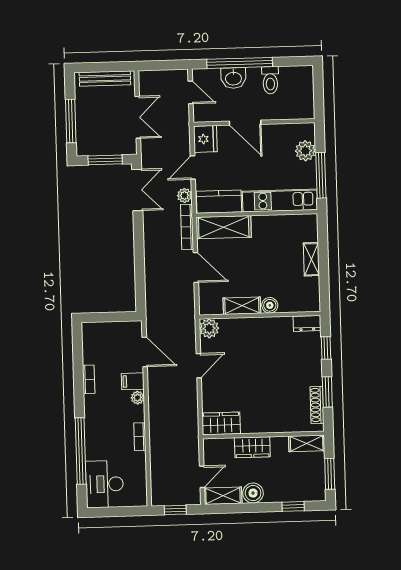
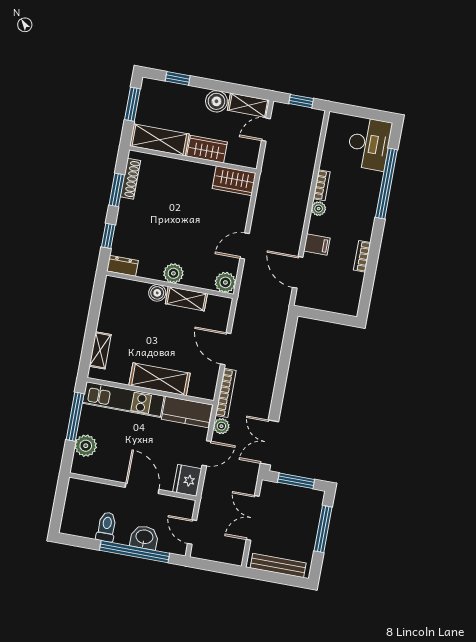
shelving: (224, 227) -> (160, 379), moved
shelving: (311, 259) -> (100, 350), moved
plant: (259, 326) -> (173, 273), added
plant: (138, 398) -> (319, 209), moved
shelving: (307, 443) -> (159, 140), width x1.50, depth x1.33

